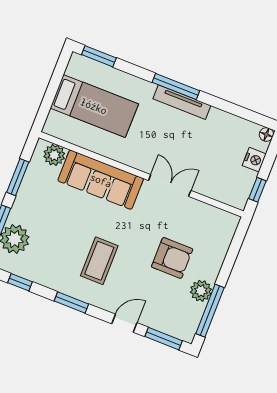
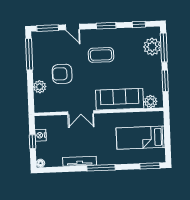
tv unit: (182, 102) -> (80, 161), moved
nightstand: (254, 160) -> (41, 135), moved
window: (257, 190) -> (33, 142), moved
coffee table: (99, 261) -> (101, 55), turned 90
plant: (201, 291) -> (40, 87), moved
door: (124, 323) -> (73, 27), hinge flipped

